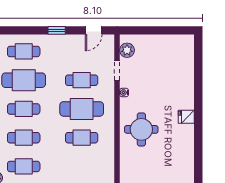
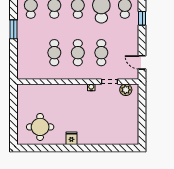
window: (57, 30) -> (142, 18), moved
cafe table: (82, 109) -> (78, 53), width x0.73, depth x0.74
round table: (141, 129) -> (40, 127), moved

